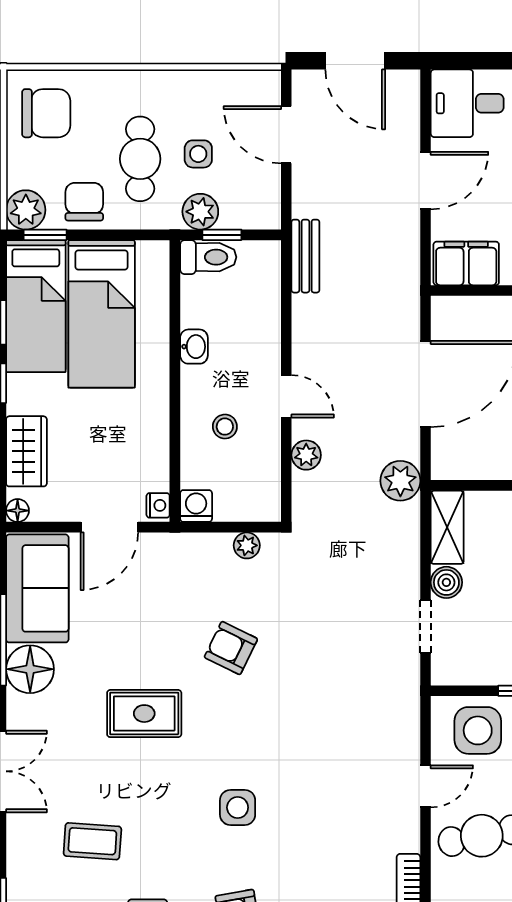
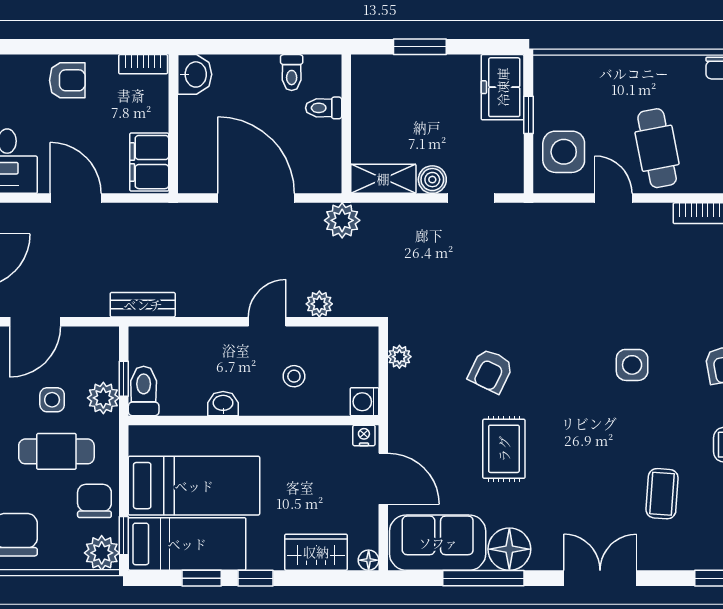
chair: (84, 202) -> (94, 501), turned 90
rug: (144, 714) -> (504, 449), moved

